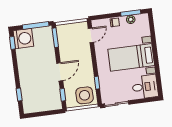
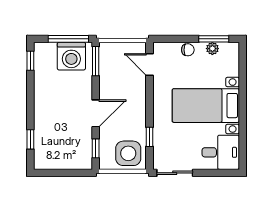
door: (91, 35) -> (149, 65), swing flipped
washing machine: (23, 38) -> (71, 56), moved, turned 90

